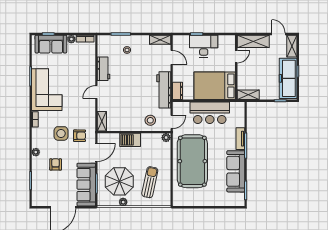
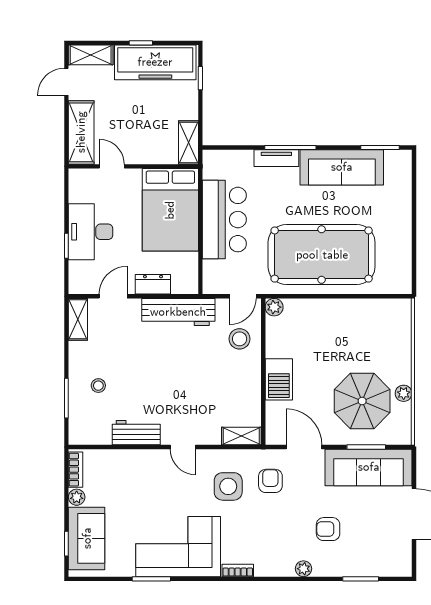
dresser: (178, 91) -> (153, 284), moved
door: (172, 122) -> (243, 296), swing flipped
side table: (61, 133) -> (228, 486), moved
sun lounger: (150, 182) -> (364, 340), removed

